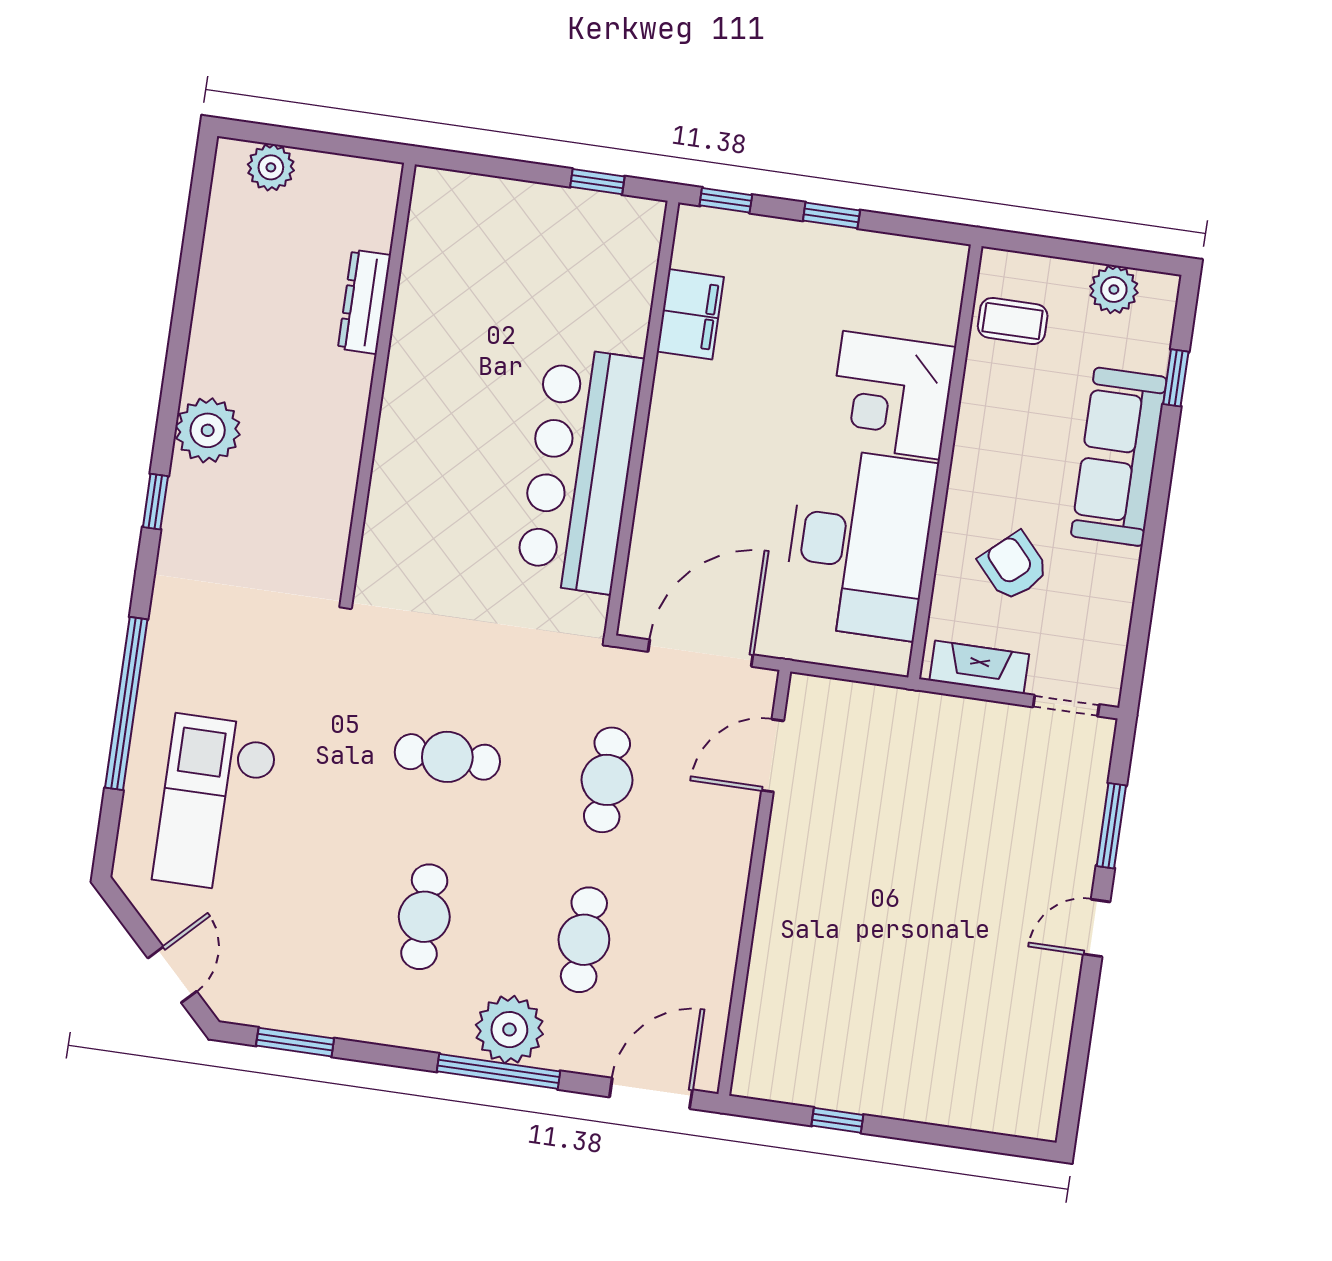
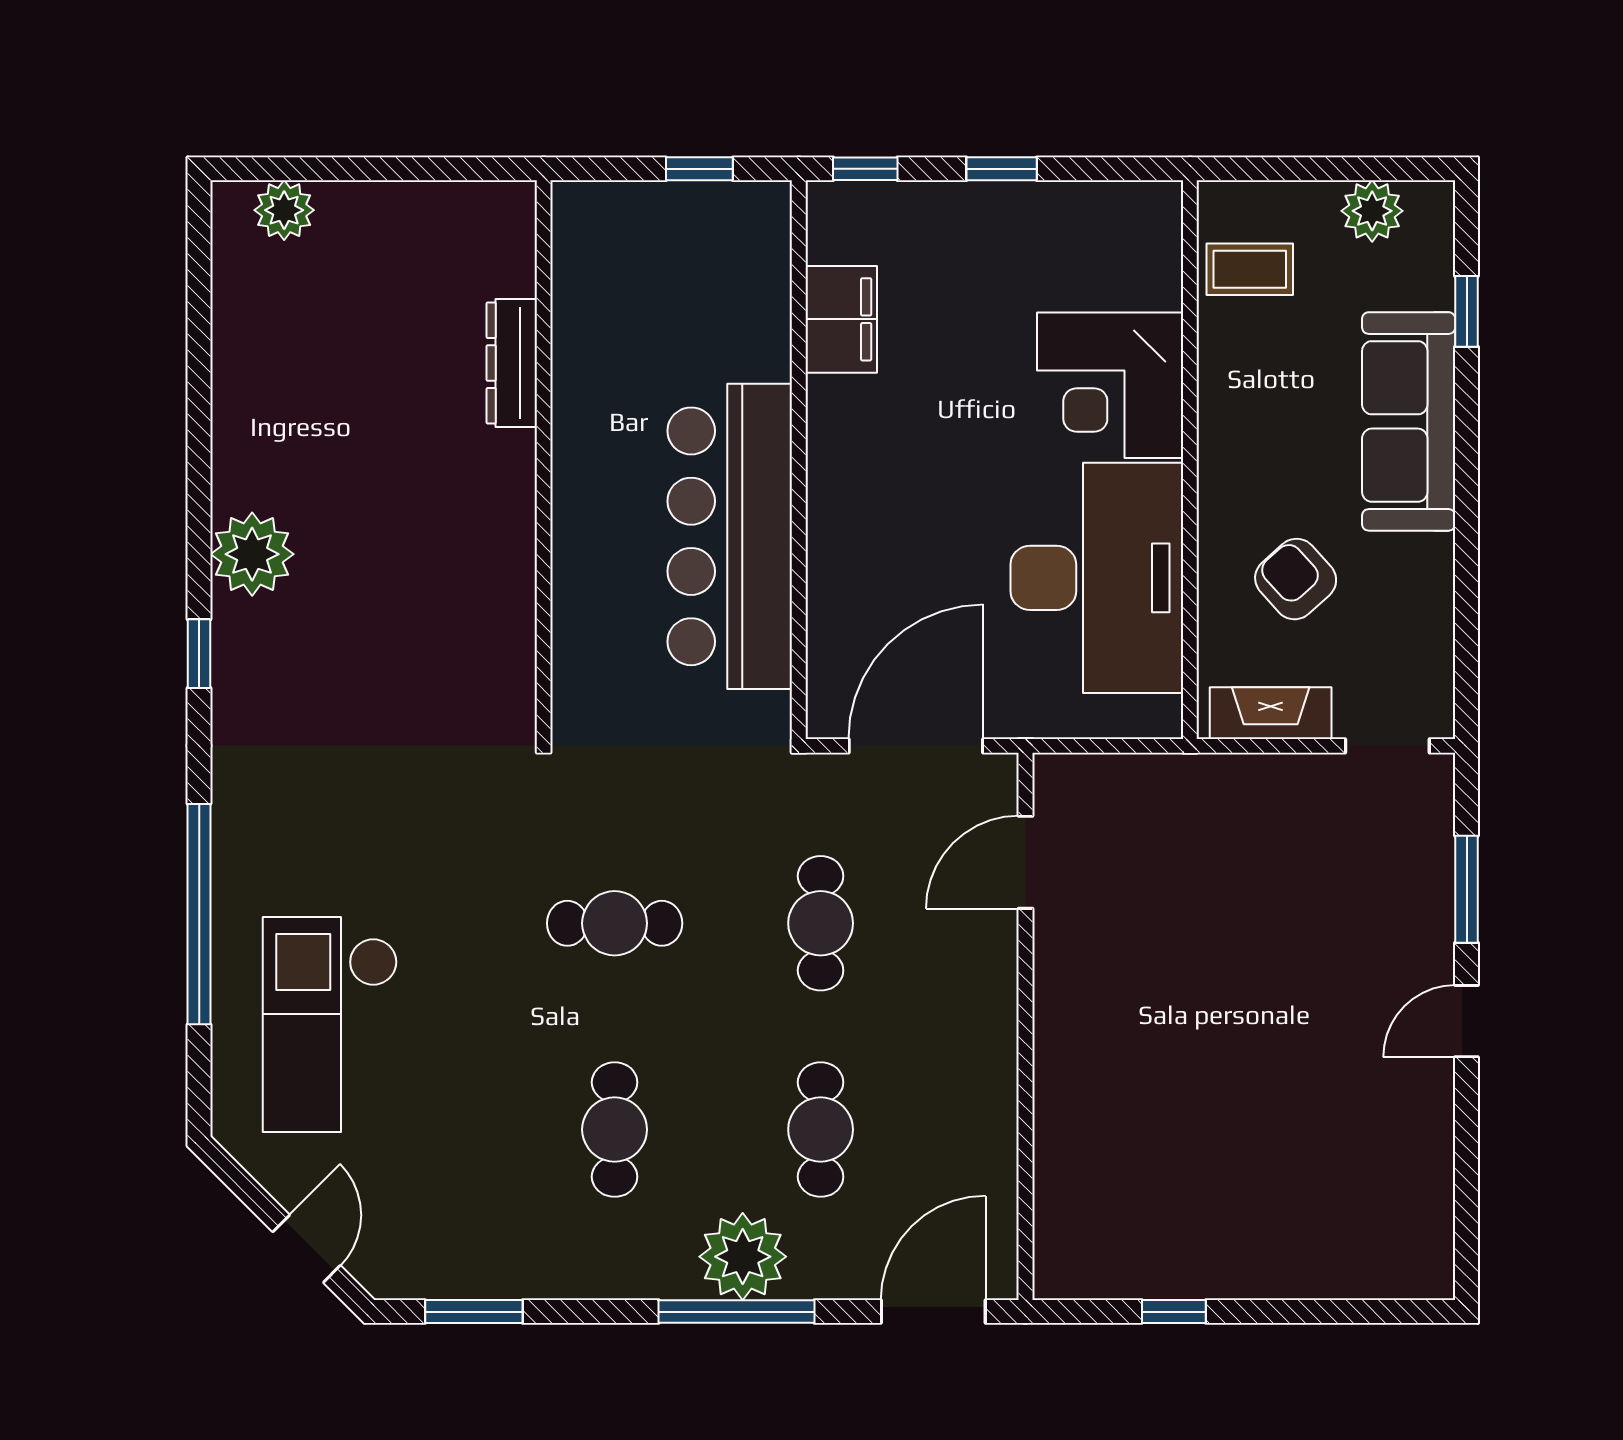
dresser: (364, 302) -> (512, 363), moved
wall: (378, 380) -> (544, 460), moved

